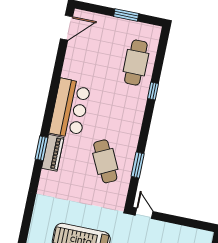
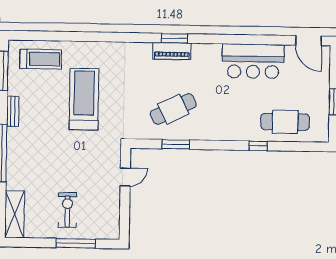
bar counter: (70, 109) -> (253, 61), moved
door: (144, 213) -> (125, 177), moved

